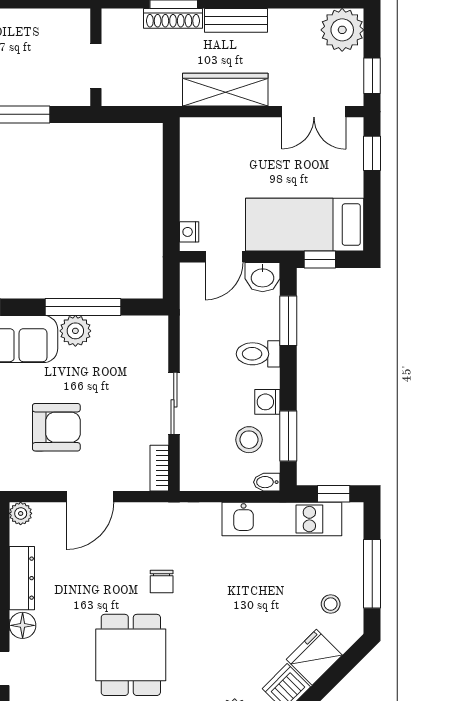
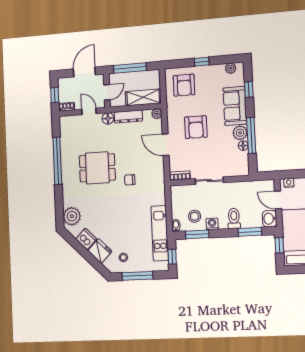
floor lamp: (103, 326) -> (243, 146), added

